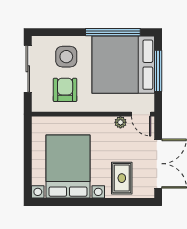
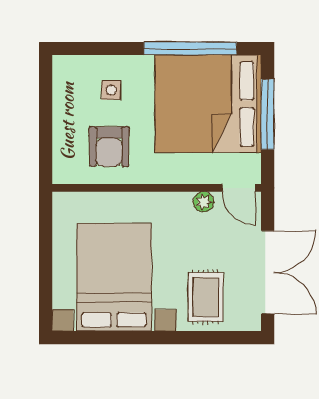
side table: (66, 57) -> (111, 90), width x0.54, depth x0.54
sliding door: (28, 69) -> (46, 111), removed
armchair: (65, 90) -> (109, 147), turned 180

